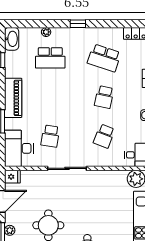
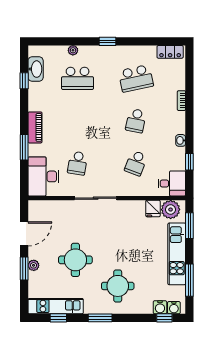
washbasin: (12, 39) -> (36, 69), moved
school desk: (104, 58) -> (136, 78), turned -30
piano: (13, 98) -> (35, 127), width x0.73, depth x0.75
fridge: (12, 177) -> (153, 209), moved, turned 90

